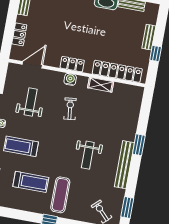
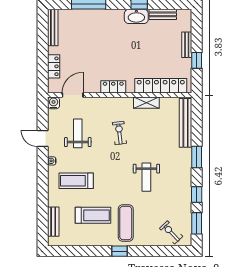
water cooler: (70, 79) -> (54, 103), moved
bench: (124, 165) -> (186, 123), moved
window: (132, 180) -> (197, 195), added

